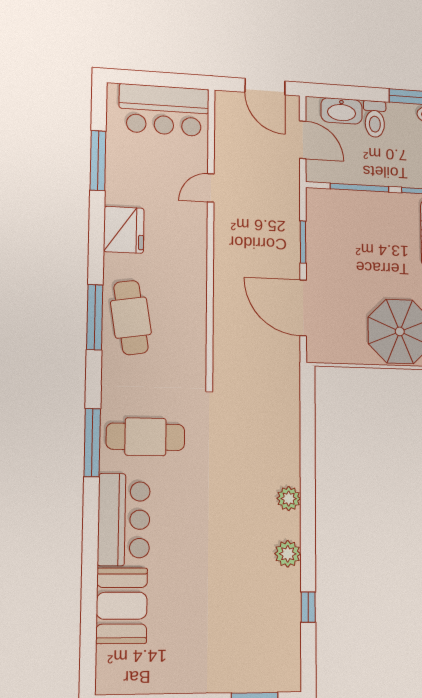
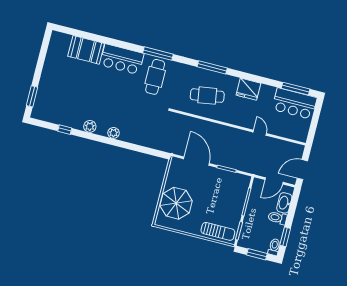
bar counter: (164, 110) -> (295, 104), moved, turned -90
window: (98, 161) -> (296, 89), moved
door: (303, 308) -> (196, 161), hinge flipped
cafe table: (131, 318) -> (207, 96), moved

